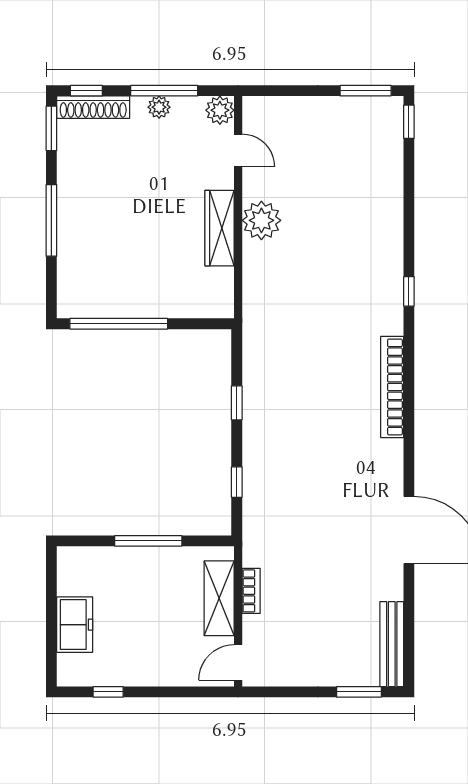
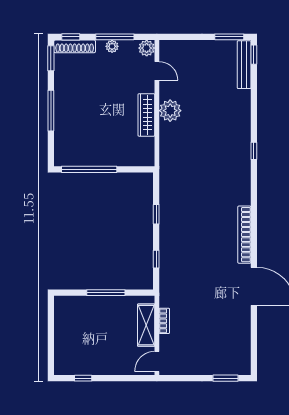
bookcase: (392, 387) -> (244, 235), moved
freezer: (75, 625) -> (64, 340), removed
bench: (392, 644) -> (244, 65), moved

